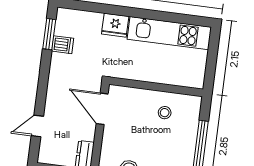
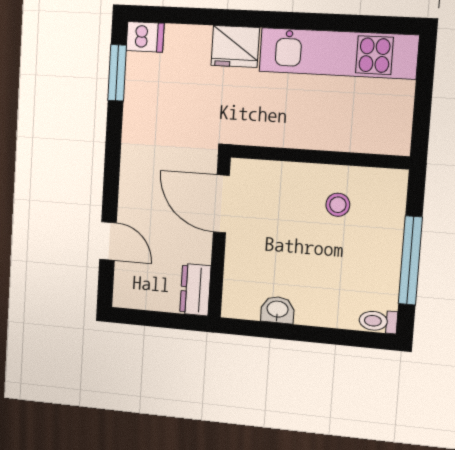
dishwasher: (63, 45) -> (145, 37), moved
door: (37, 126) -> (108, 241), swing flipped

